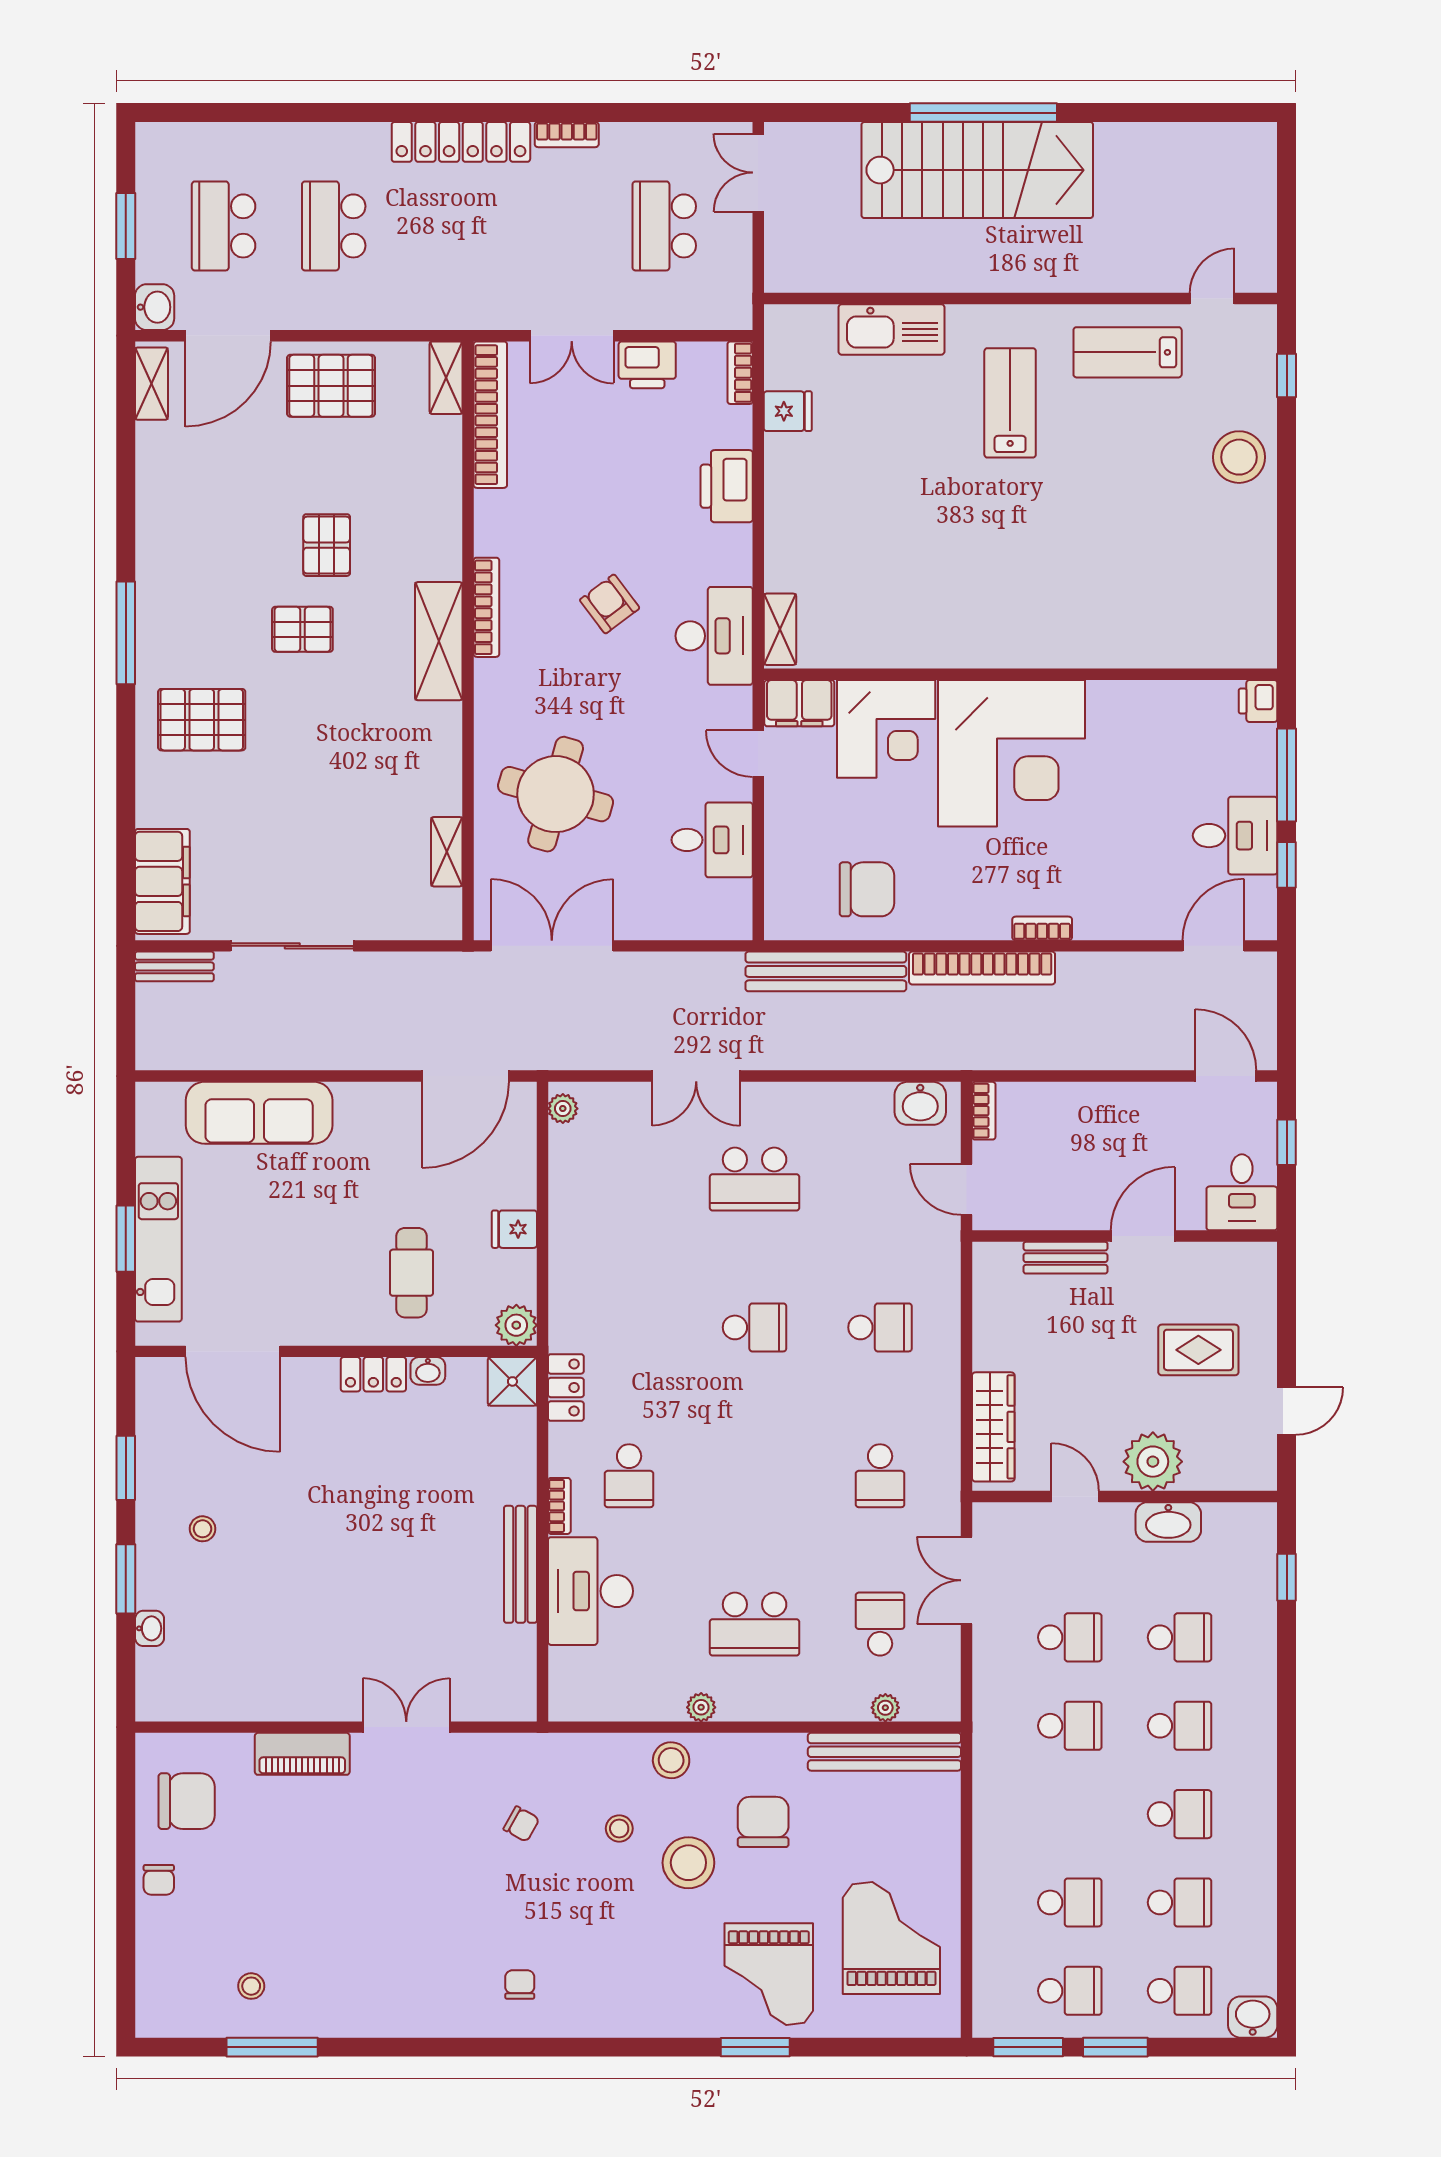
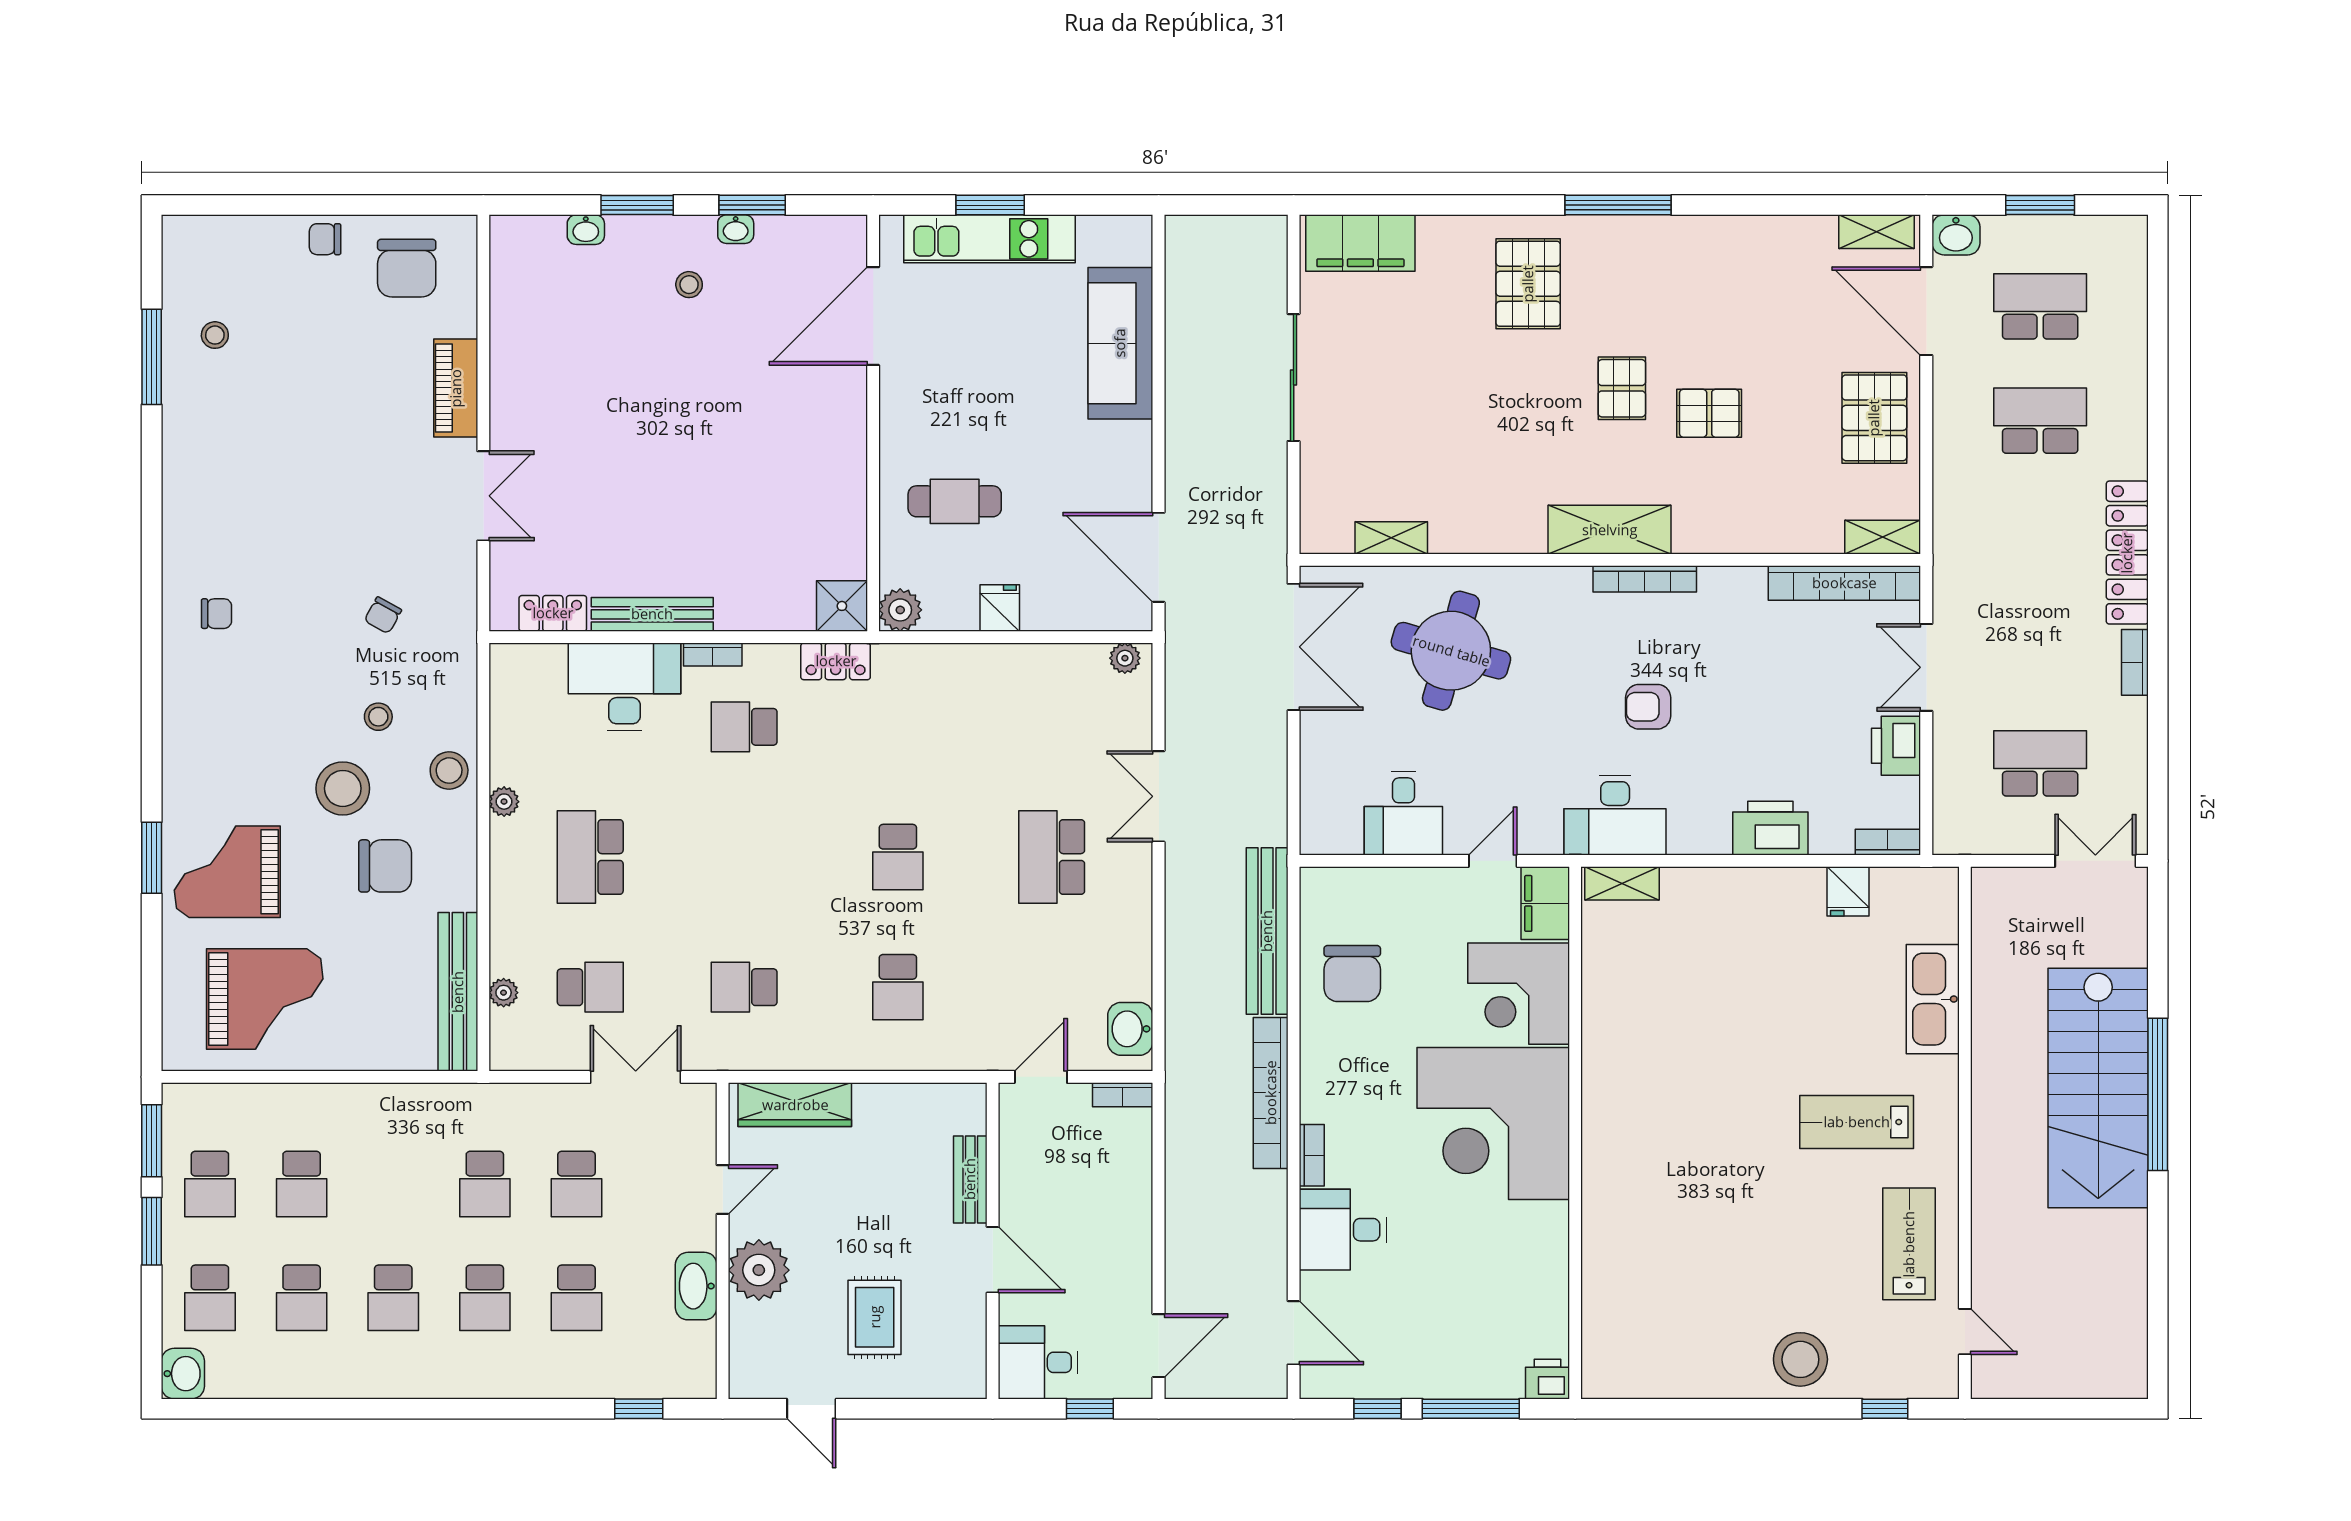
lab bench: (1010, 403) -> (1857, 1122), turned 180
armchair: (610, 604) -> (1648, 707), turned -143
desk: (1235, 836) -> (1343, 1230), moved, turned 90
bench: (174, 966) -> (1272, 255), removed
washbasin: (428, 1371) -> (736, 229), moved, turned -90
locker: (373, 1374) -> (553, 613), moved, turned 90

